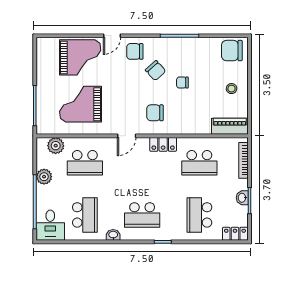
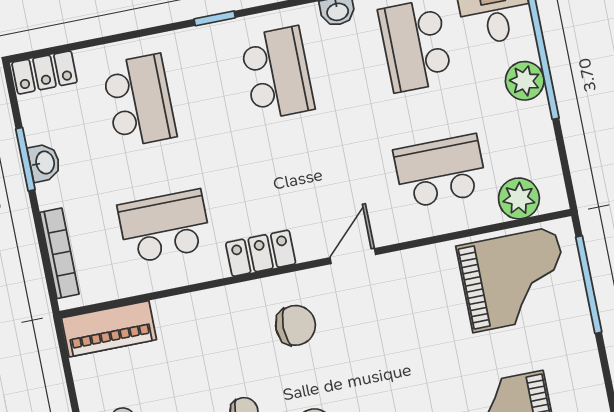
grand piano: (81, 104) -> (514, 279), moved
plant: (44, 177) -> (525, 81), moved
school desk: (142, 215) -> (277, 73), turned 90

